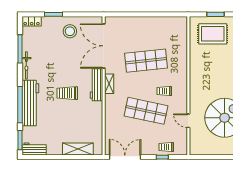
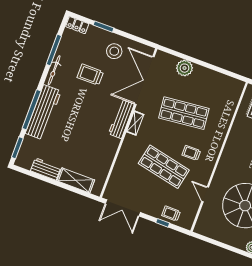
plant: (133, 24) -> (184, 68), added
trolley: (67, 93) -> (90, 75), moved
workbench: (34, 149) -> (46, 169), moved
double door: (125, 157) -> (123, 208), swing flipped

